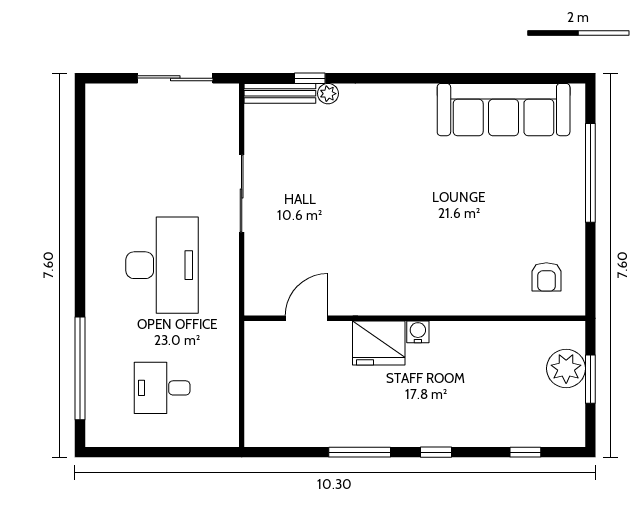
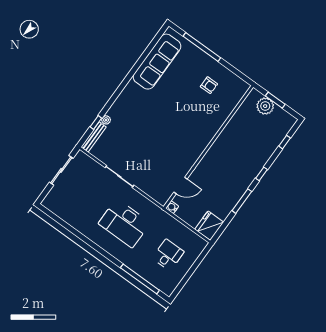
desk: (162, 265) -> (124, 223), turned 180
armchair: (546, 277) -> (209, 85), moved
door: (306, 318) -> (180, 185), swing flipped
water cooler: (418, 332) -> (172, 207), moved
fridge: (379, 343) -> (209, 226), moved, turned 180
desk: (162, 388) -> (168, 255), turned 180

